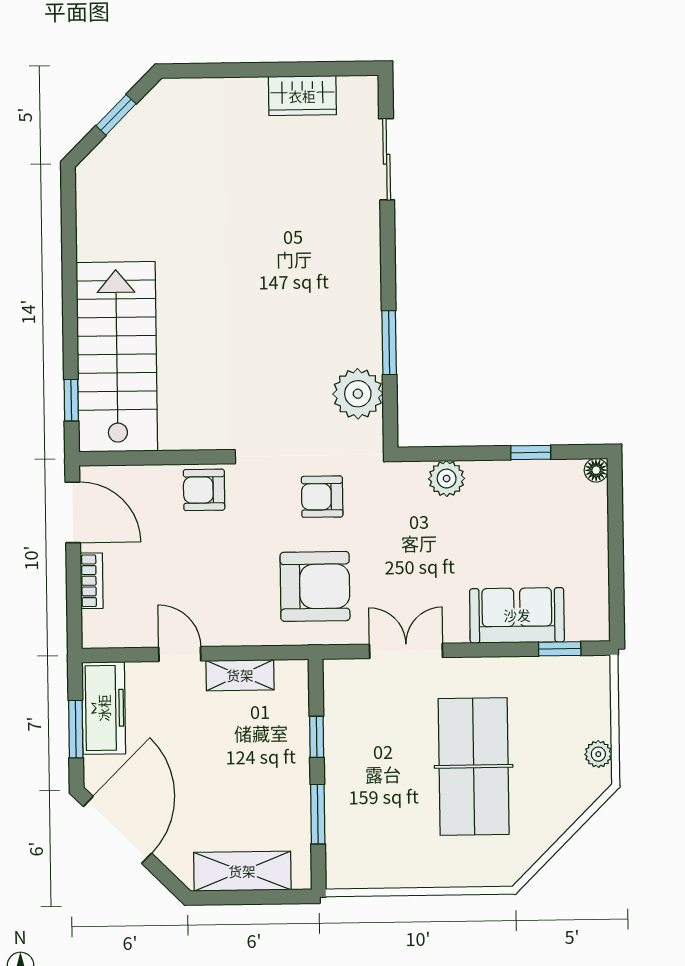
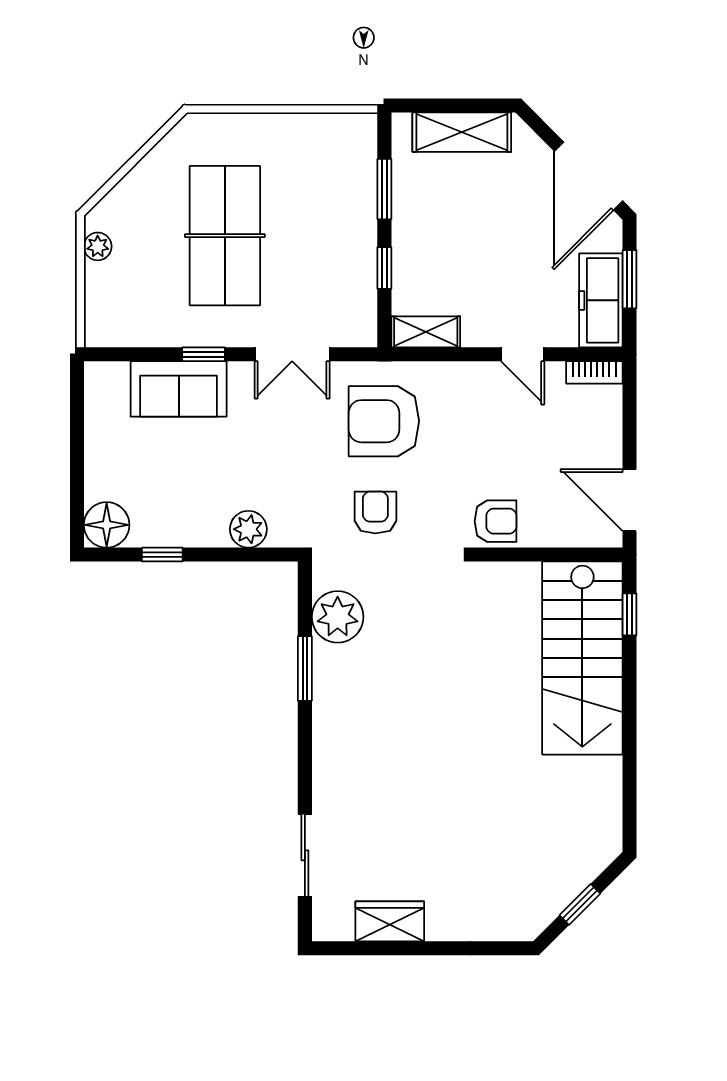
floor lamp: (596, 470) -> (107, 525), width x1.89, depth x1.89
armchair: (322, 497) -> (375, 513), turned -90
bookcase: (92, 581) -> (594, 372), moved, turned -90
window: (560, 649) -> (204, 354), moved
shelving: (240, 675) -> (426, 332), moved

